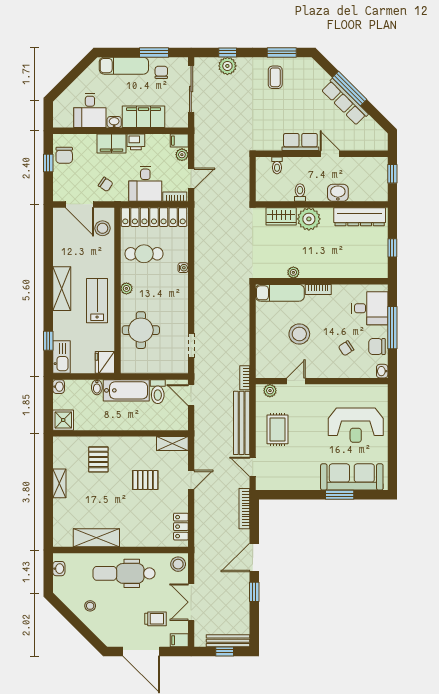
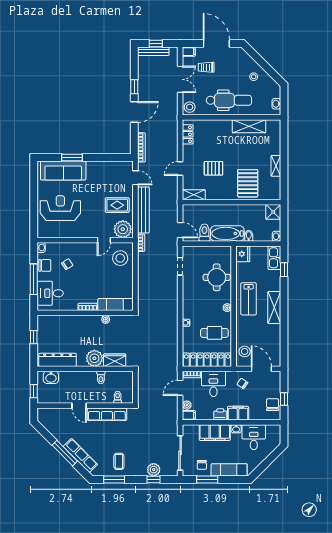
row of seats: (345, 102) -> (80, 455), moved
row of seats: (300, 142) -> (107, 414), width x1.48
washbasin: (338, 193) -> (51, 377), moved
stool: (299, 334) -> (120, 258), moved
plant: (270, 391) -> (123, 229), width x1.88, depth x1.88
rug: (278, 429) -> (117, 205), turned 90
pallet: (98, 459) -> (248, 183), width x1.50, depth x1.42

